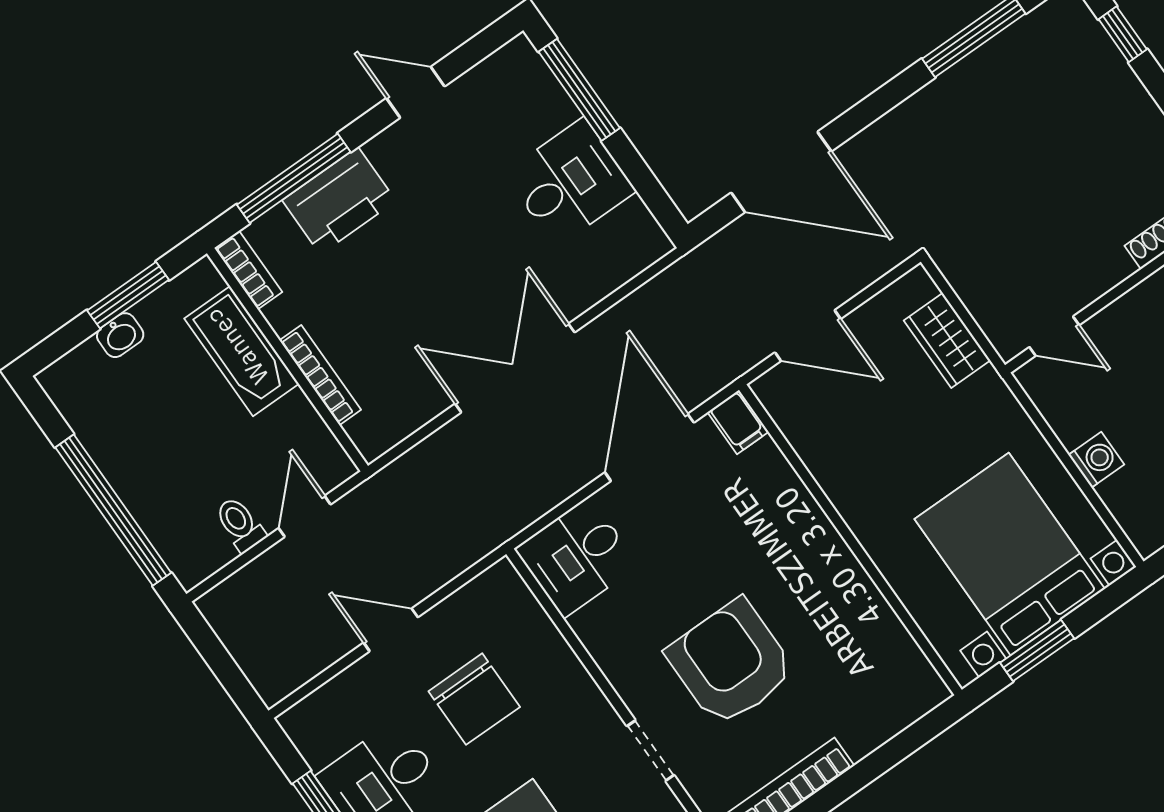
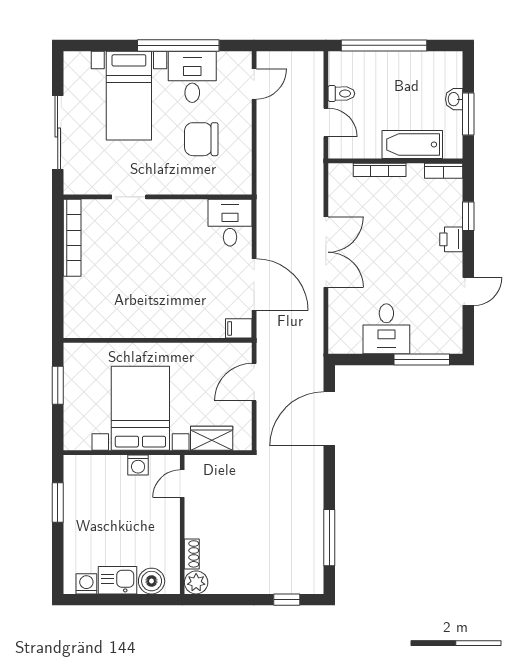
window: (294, 178) -> (468, 216), width x0.46
printer: (339, 201) -> (451, 239), width x0.53, depth x0.68
washing machine: (1096, 460) -> (138, 465), moved
bed with nightstands: (1010, 554) -> (140, 408), moved, turned -90
door: (391, 630) -> (254, 84), moved
armchair: (731, 663) -> (142, 255), removed

